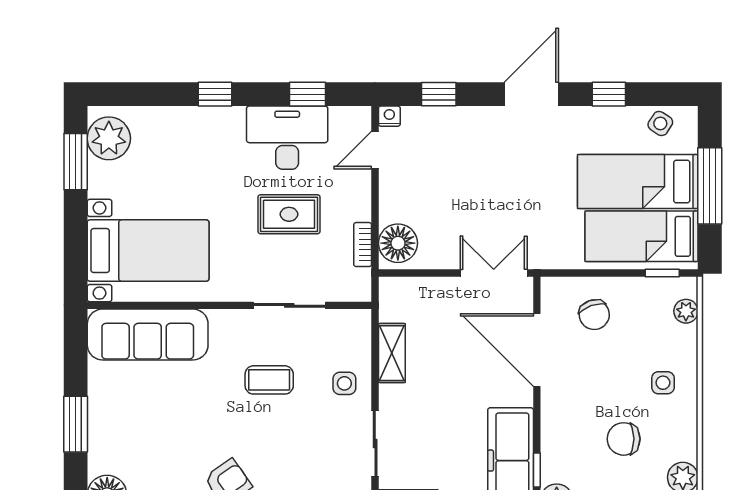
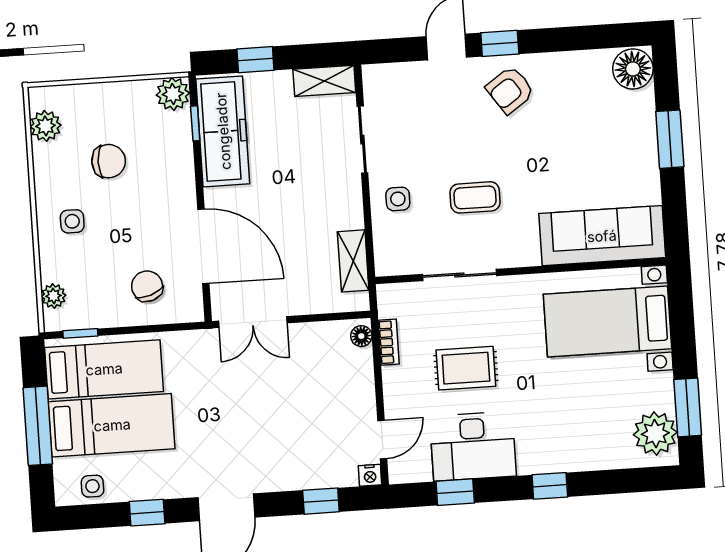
side table: (660, 123) -> (92, 486), turned -33
floor lamp: (398, 243) -> (361, 336), width x0.53, depth x0.53
shelving: (392, 353) -> (353, 261), moved

